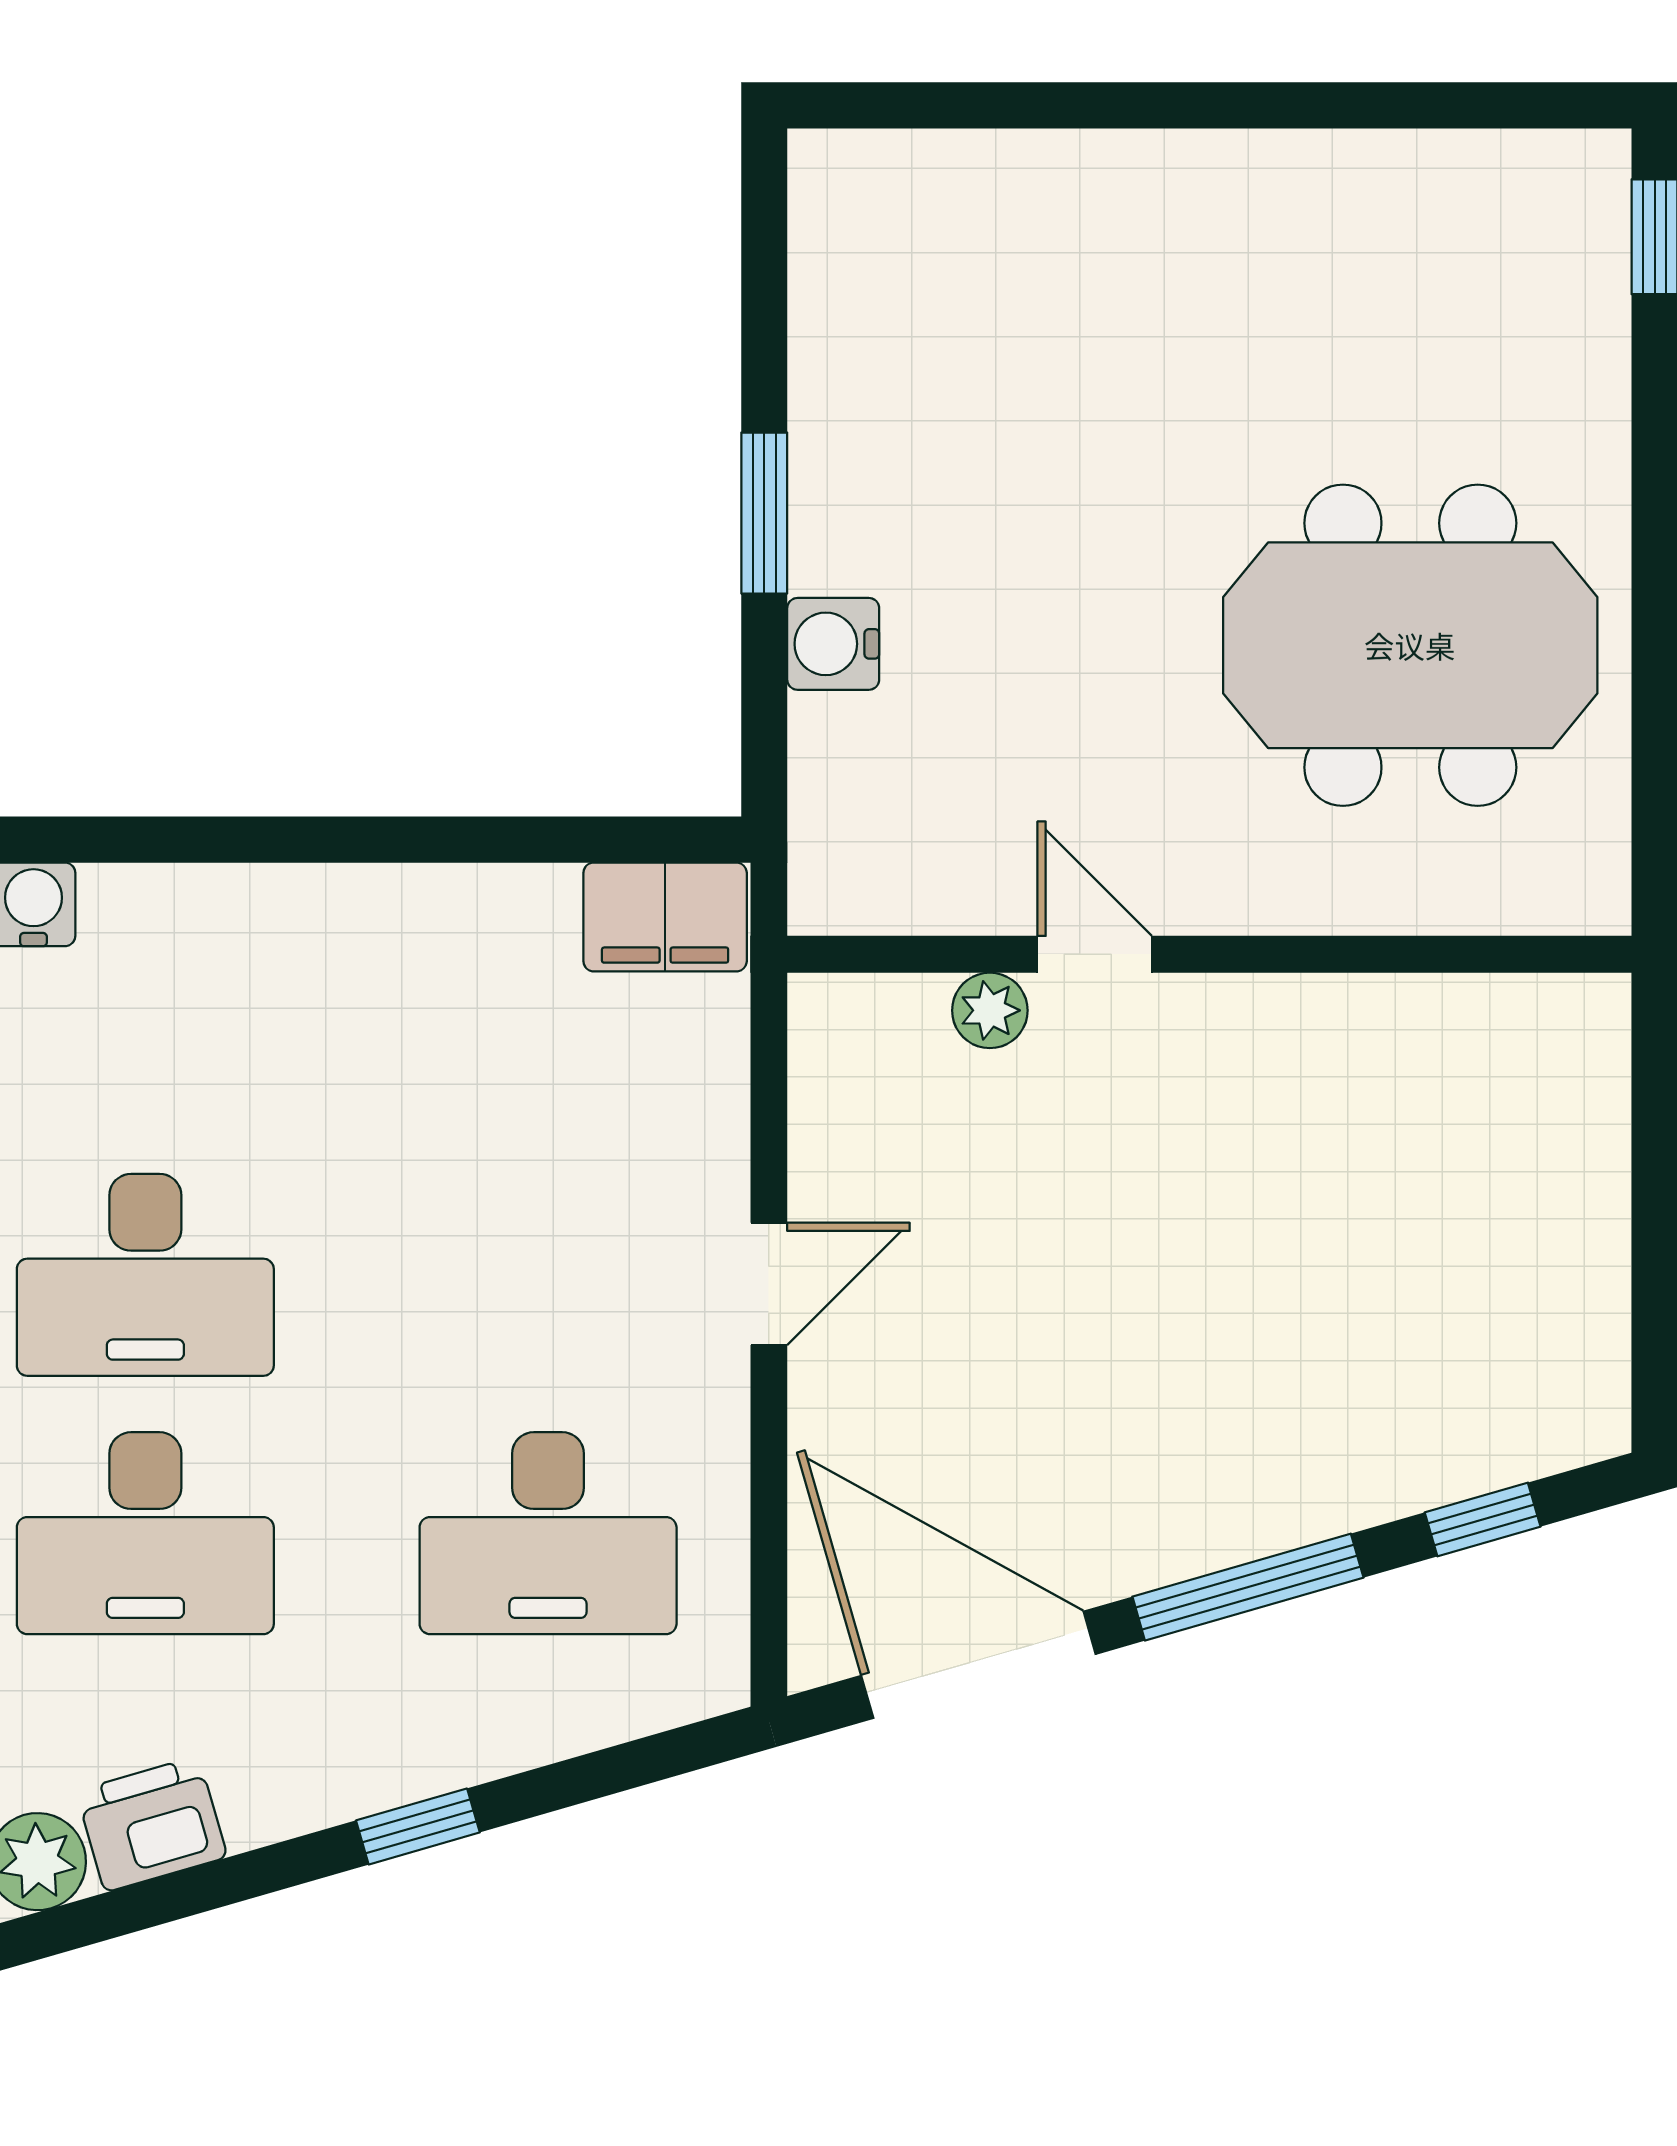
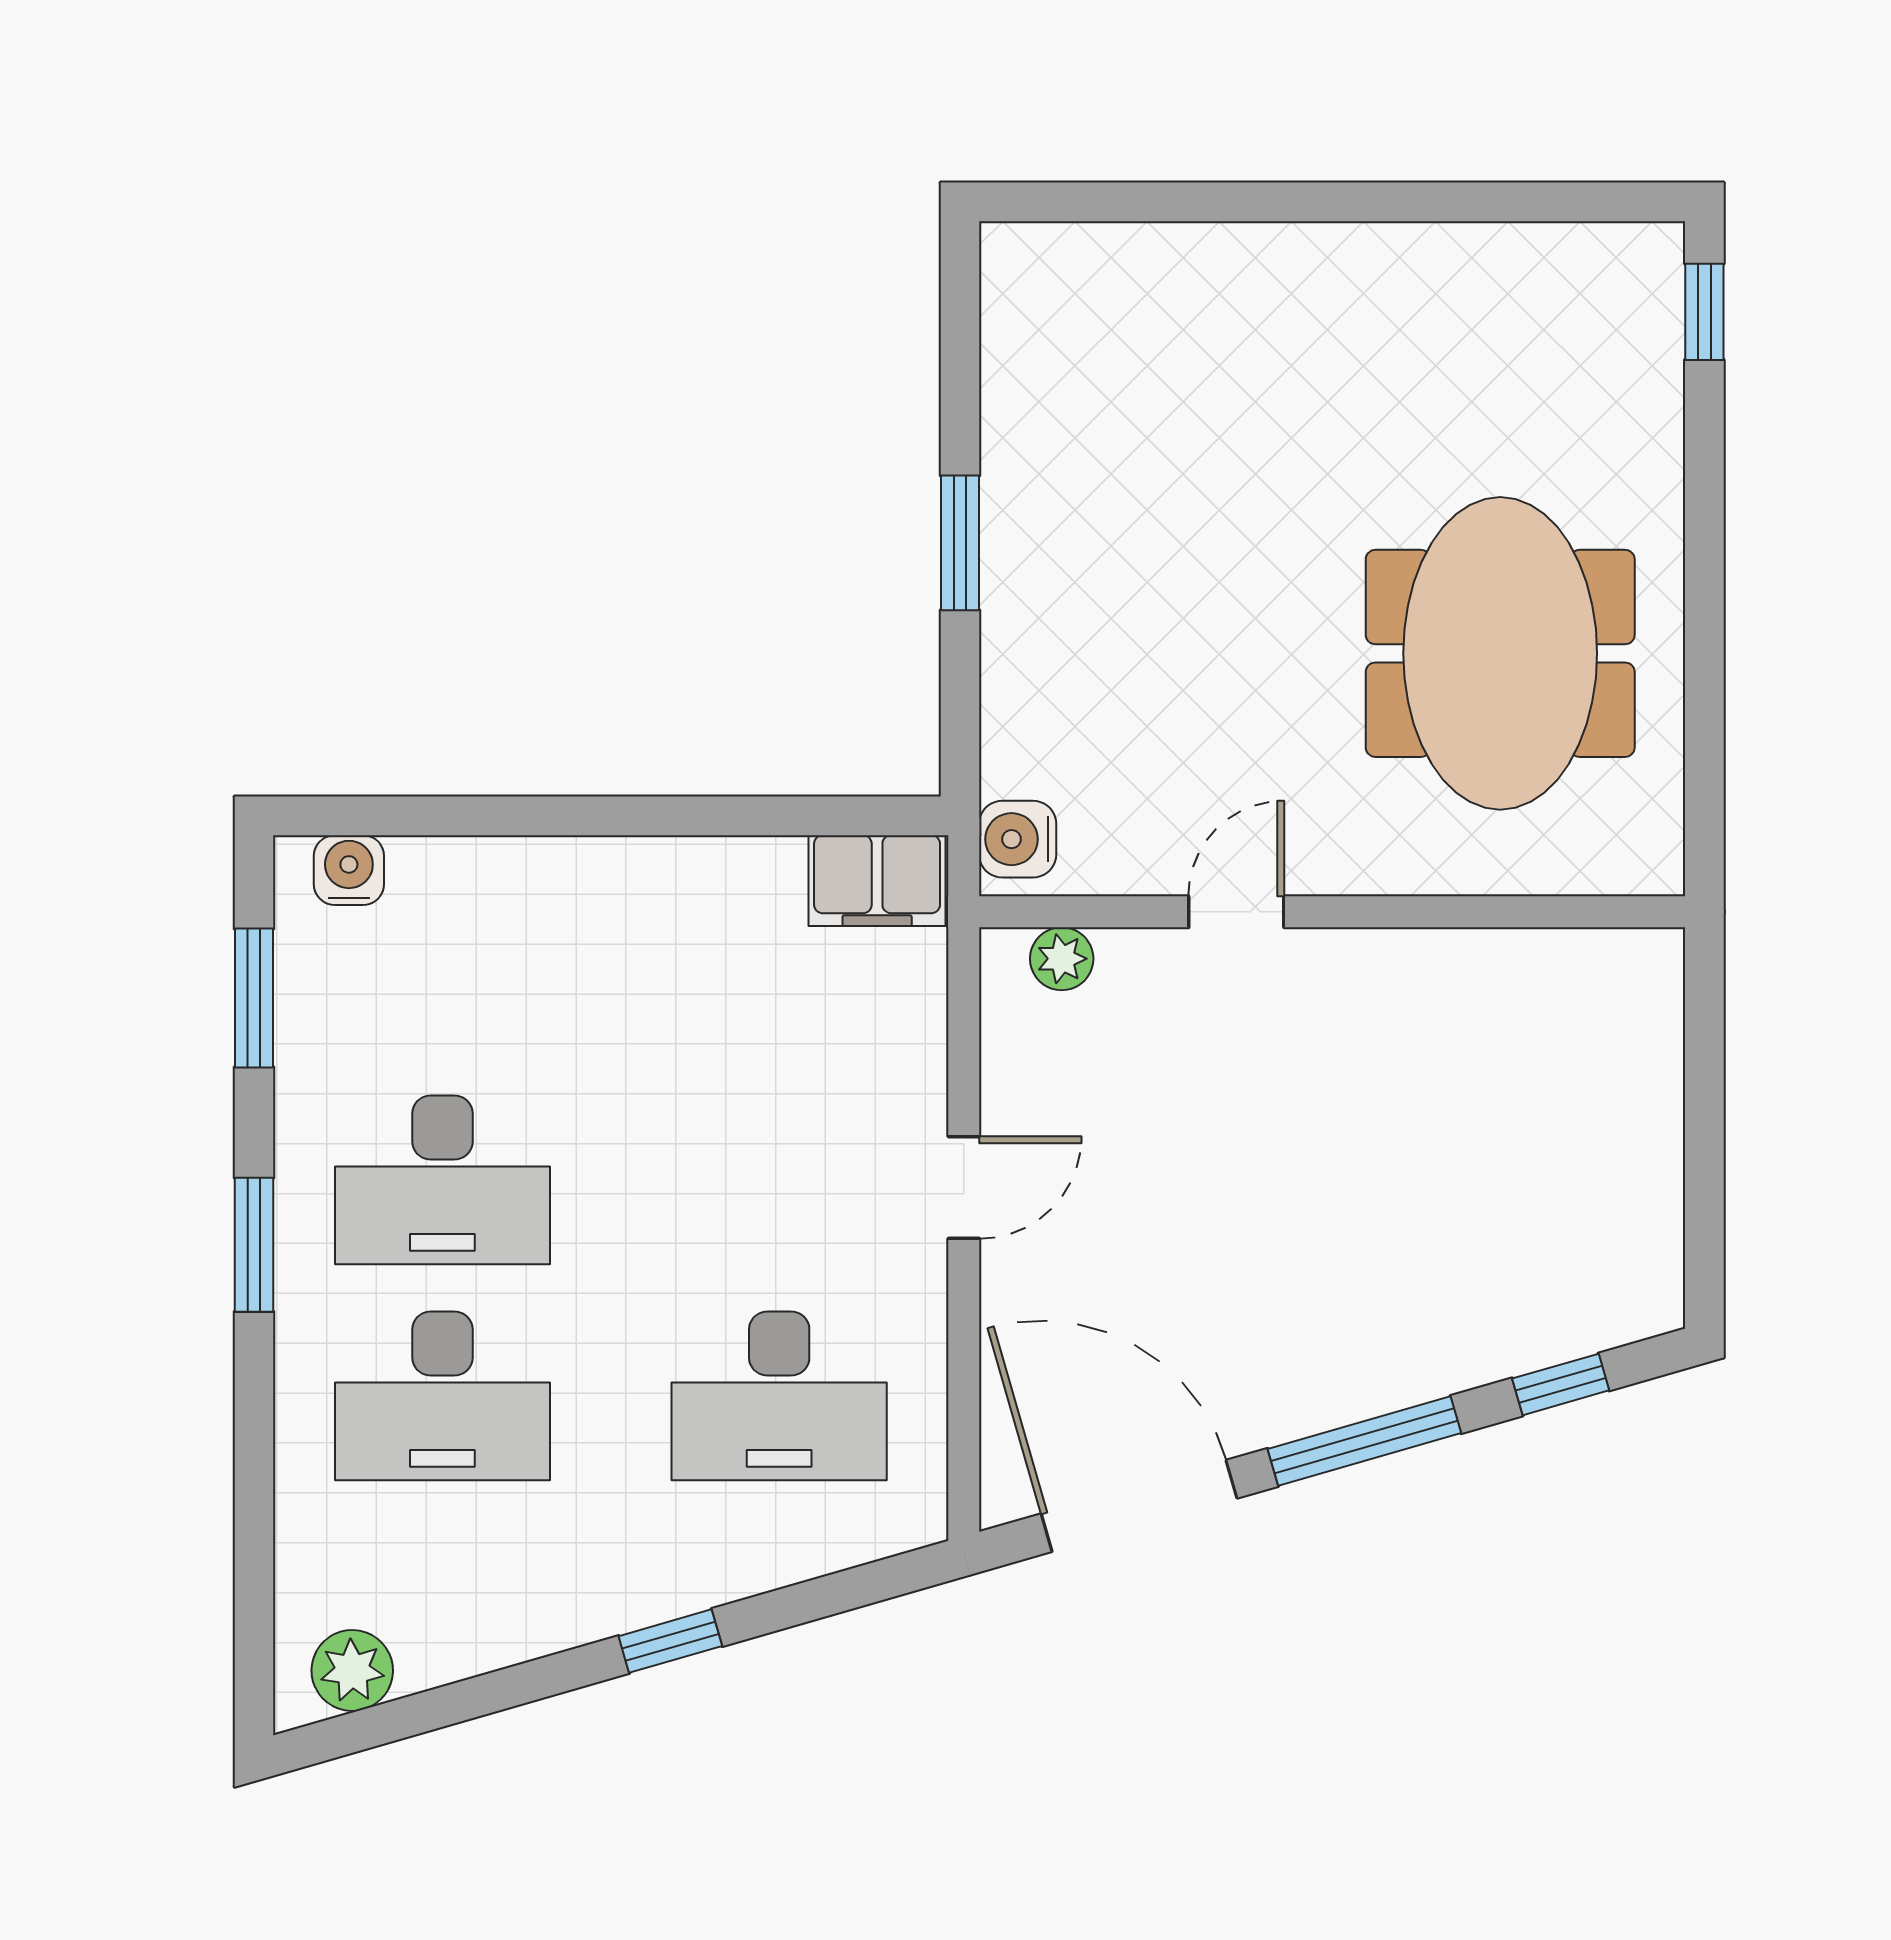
water cooler: (833, 644) -> (1018, 839), moved
meeting table: (1410, 645) -> (1500, 653), turned 90
door: (1095, 954) -> (1236, 912), hinge flipped
plant: (990, 1010) -> (1062, 959), moved
printer: (152, 1824) -> (448, 1639), removed

